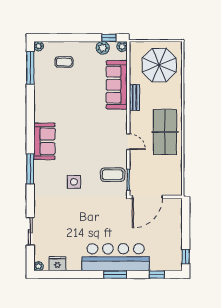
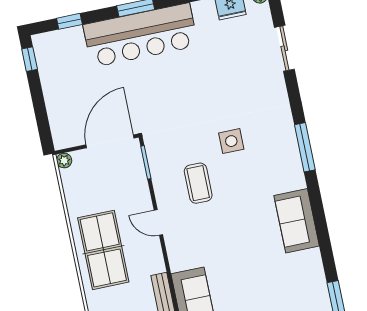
sofa: (44, 141) -> (297, 221), moved
coffee table: (113, 175) -> (198, 183), moved, turned 90
plant: (177, 191) -> (64, 161), added

